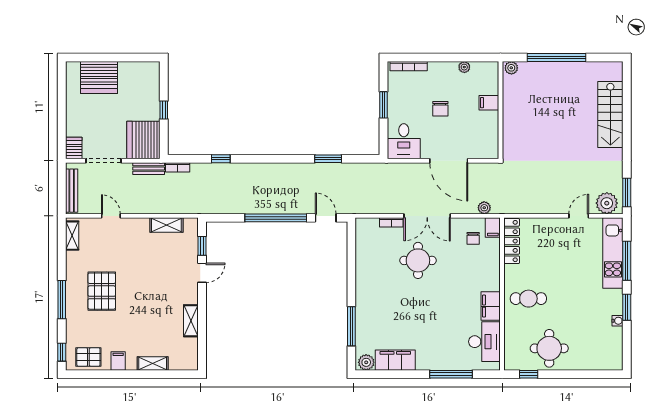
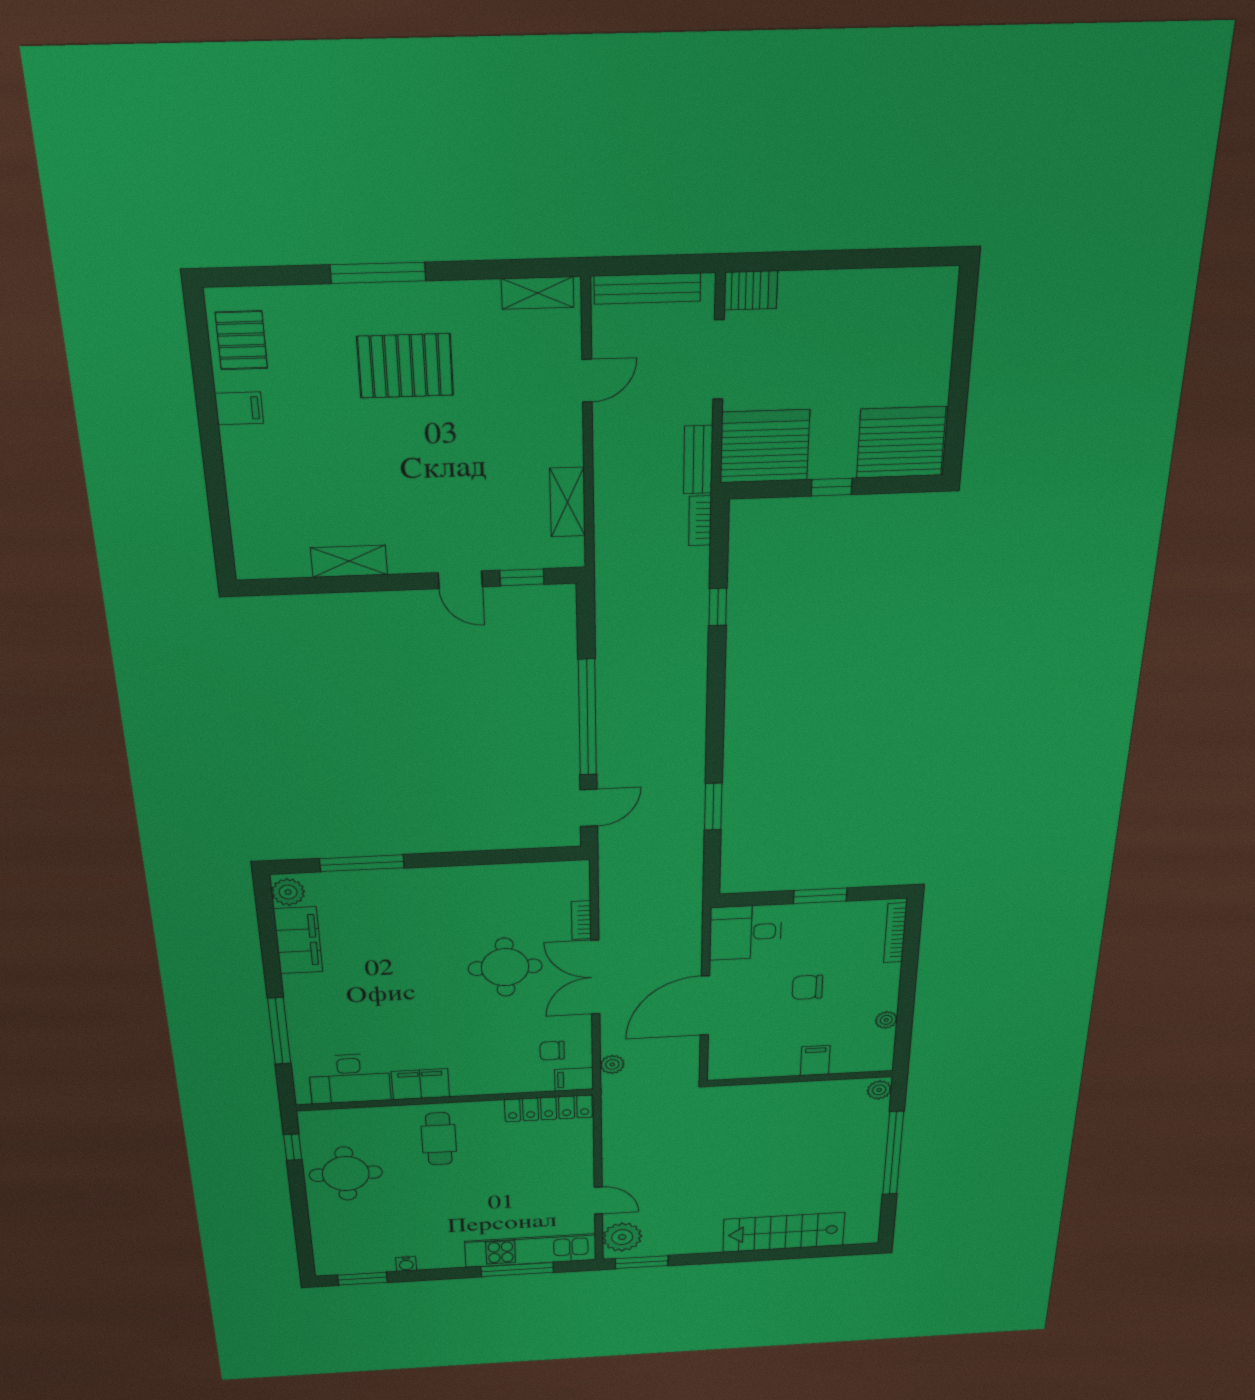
server rack: (99, 77) -> (901, 442), moved, turned 90
window: (627, 307) -> (362, 1279), moved
window: (62, 352) -> (247, 277), removed
shelving: (153, 364) -> (241, 484), removed

